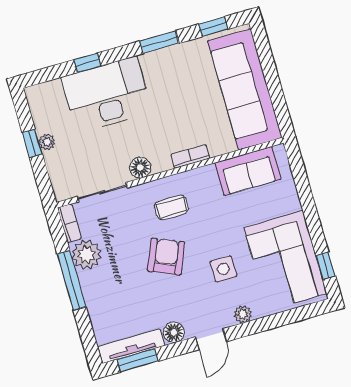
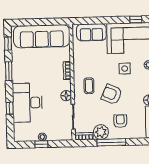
sofa: (248, 171) -> (91, 32), moved, turned 90
armchair: (118, 287) -> (120, 121), added

